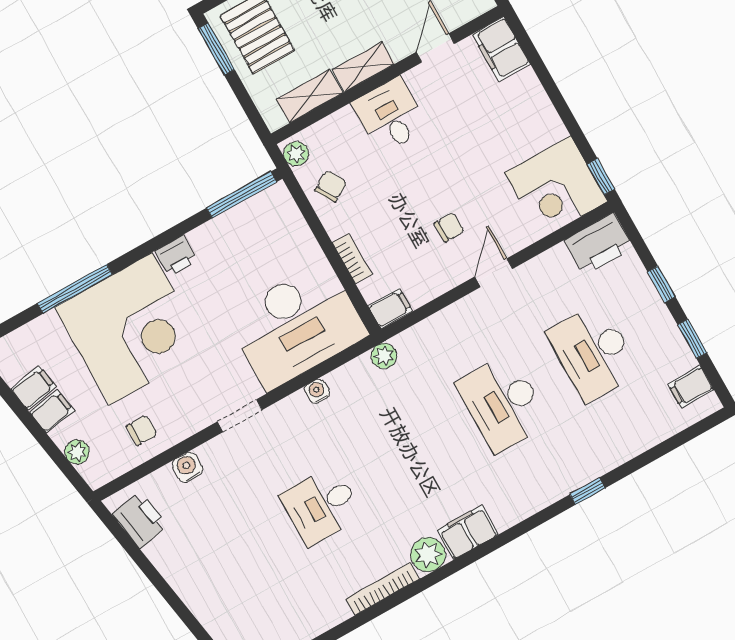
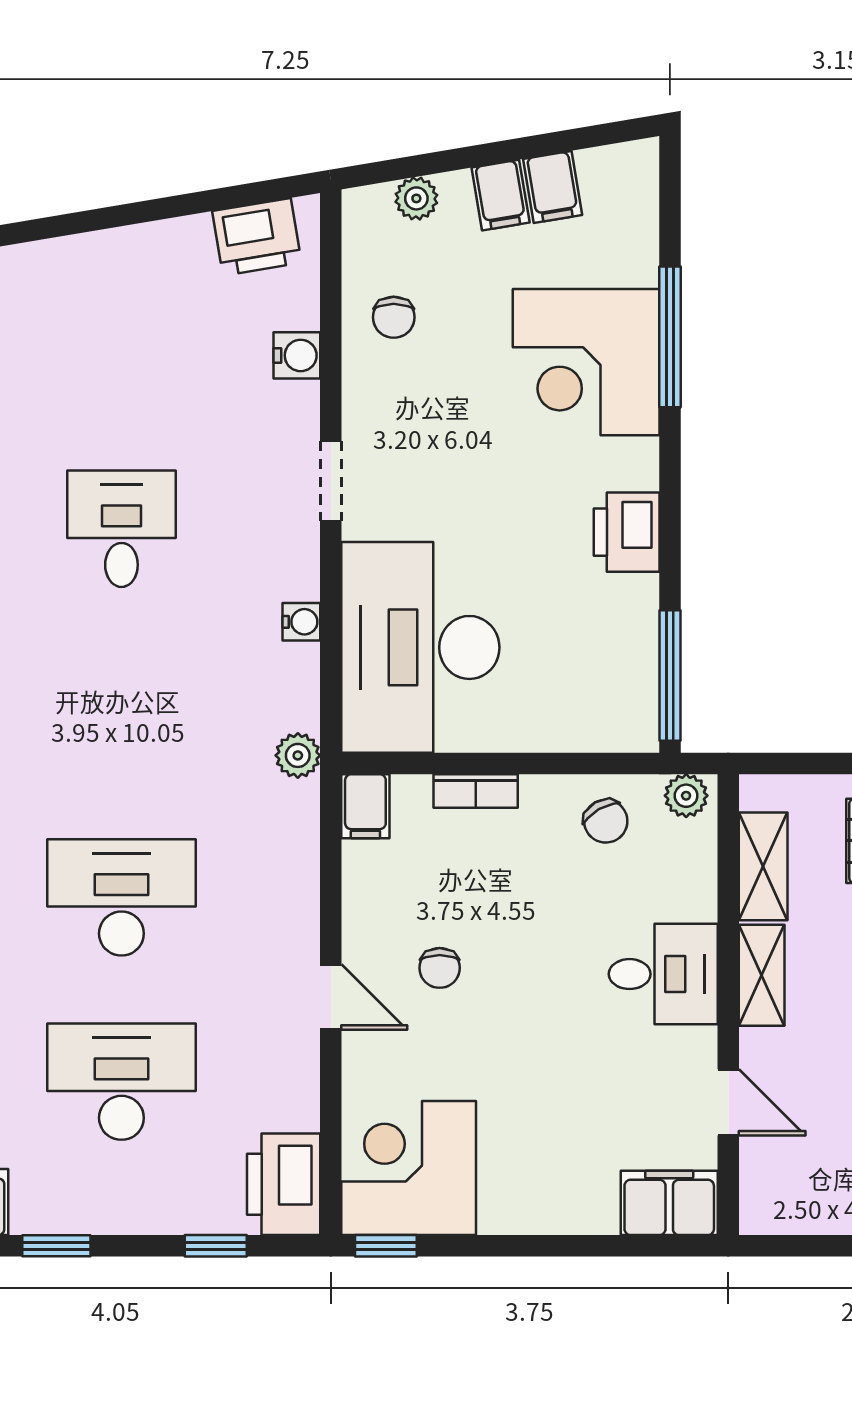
printer: (176, 256) -> (627, 532), width x1.36, depth x1.24
window: (661, 284) -> (216, 1246), moved
corner desk: (131, 329) -> (586, 362), width x0.74, depth x0.74

